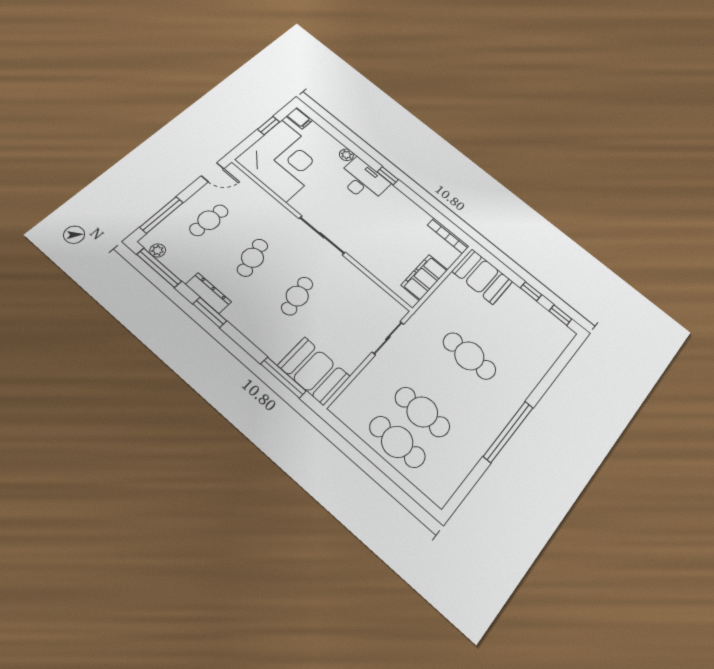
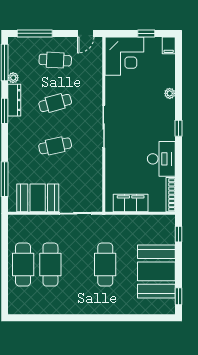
corner desk: (284, 160) -> (124, 56), width x0.74, depth x0.74
door: (213, 172) -> (86, 33), hinge flipped
desk: (363, 180) -> (161, 159), moved
plant: (158, 250) -> (13, 78), moved
booth: (482, 276) -> (156, 271), moved, width x1.36, depth x1.42
window: (531, 291) -> (178, 234), moved
booth: (314, 371) -> (38, 198), moved, turned 90
window: (508, 432) -> (80, 318), removed

